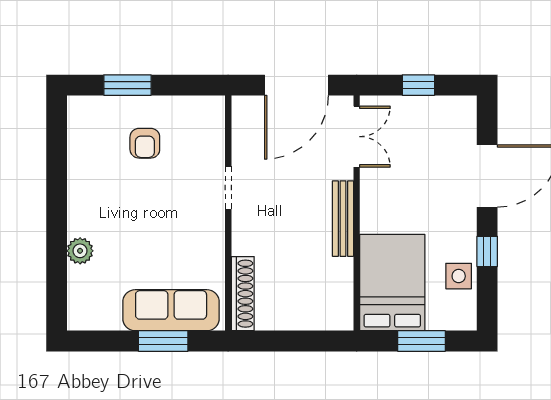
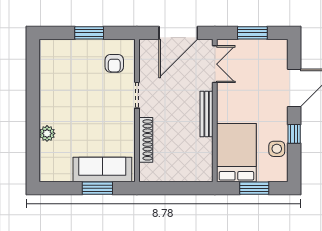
window: (127, 85) -> (89, 33), moved
window: (418, 85) -> (252, 33), width x1.50
armchair: (145, 143) -> (114, 63), moved
shoe rack: (243, 294) -> (146, 140), moved

